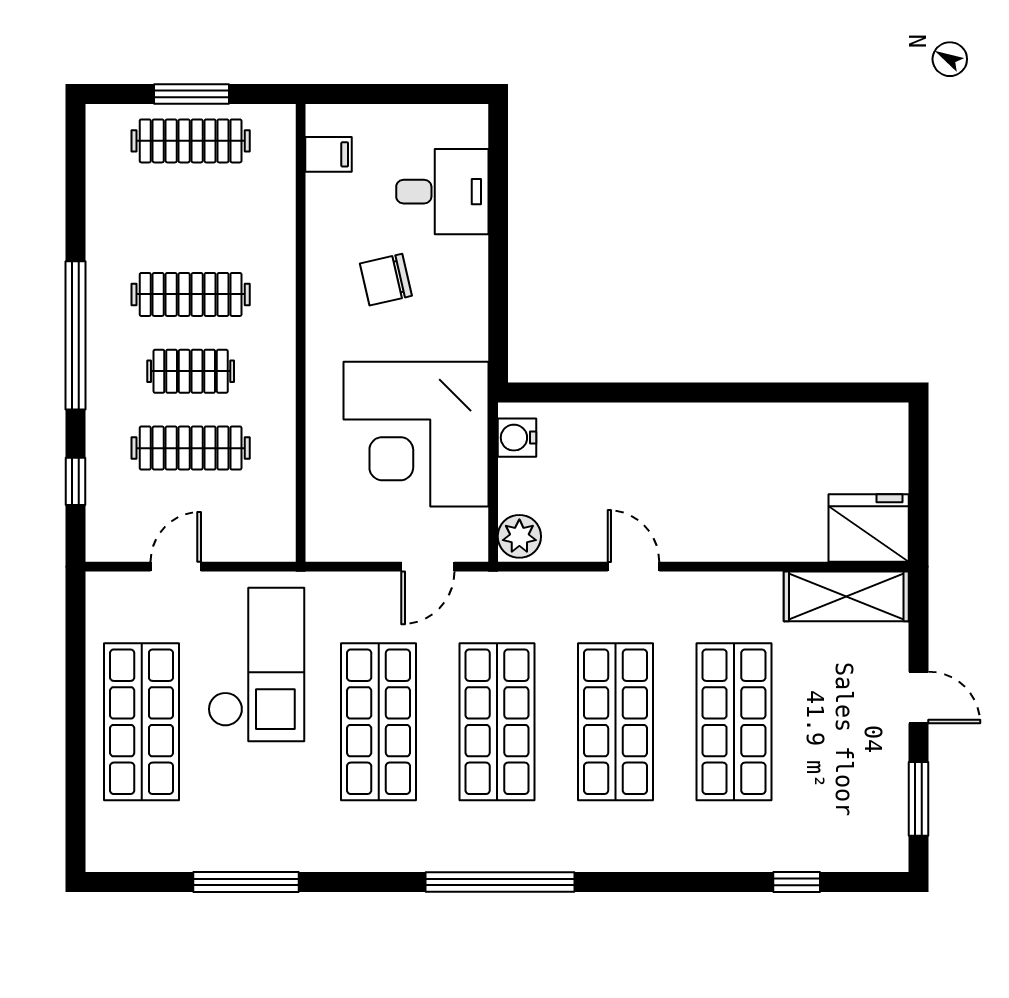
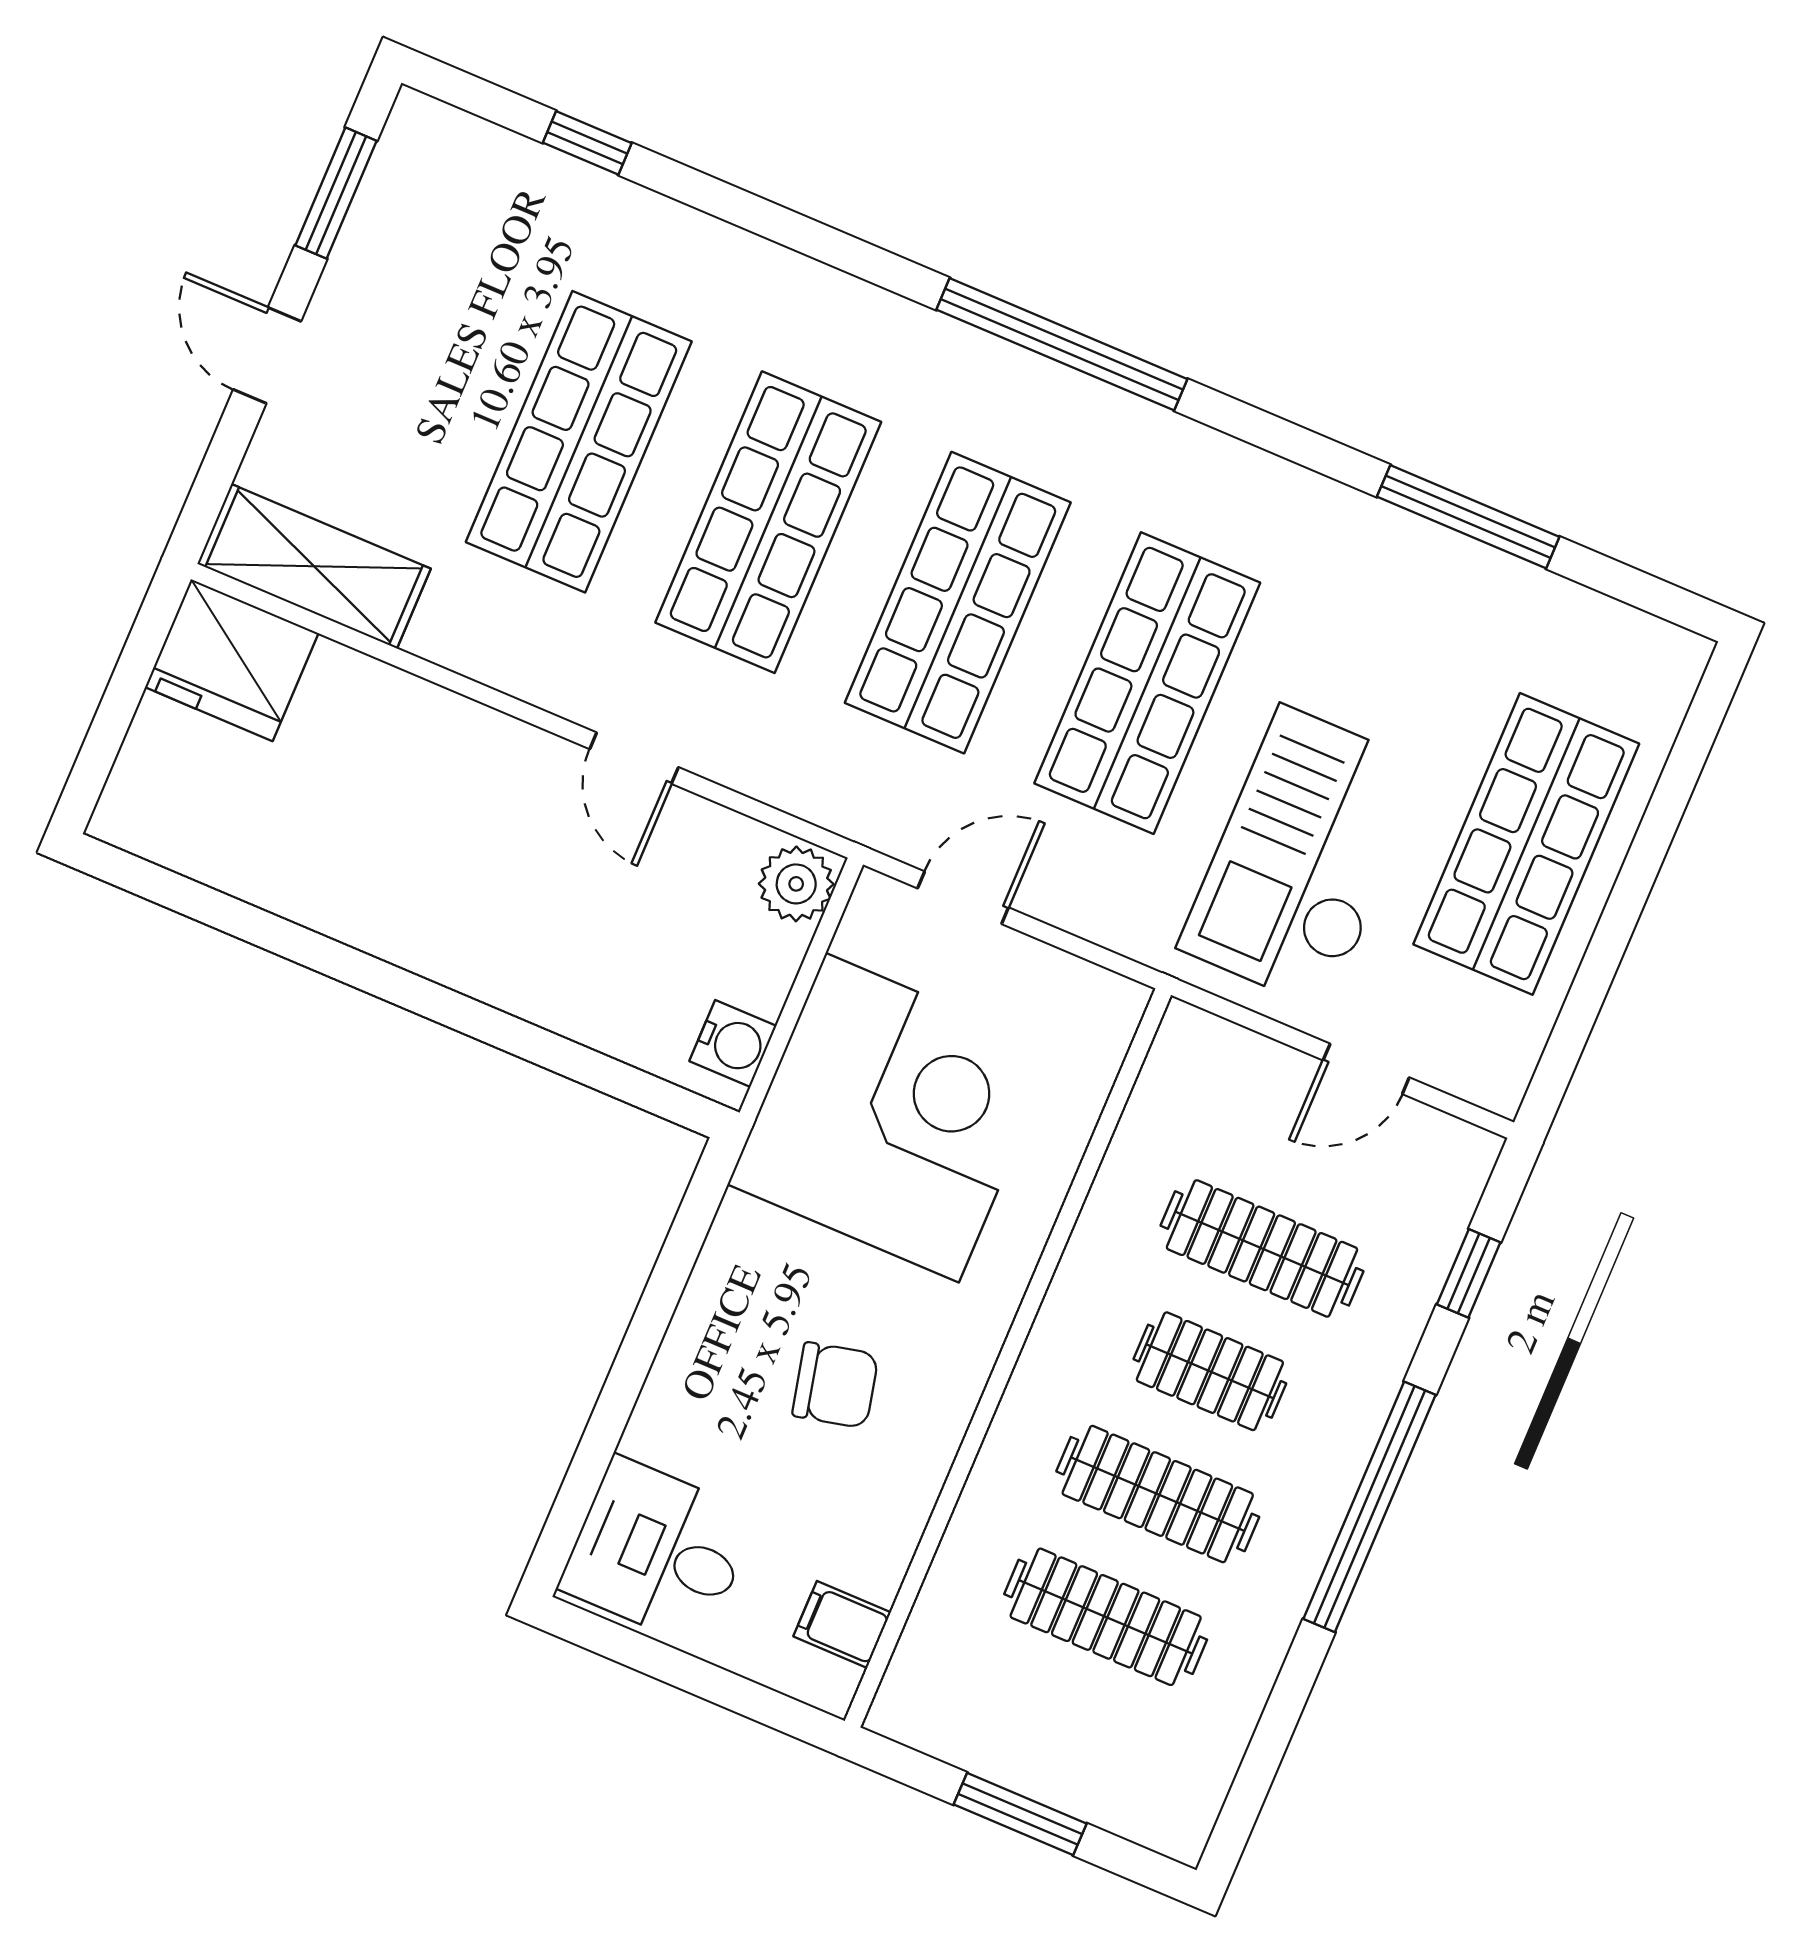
clothes rail: (191, 141) -> (1106, 1617), moved
desk: (442, 192) -> (658, 1552), moved

